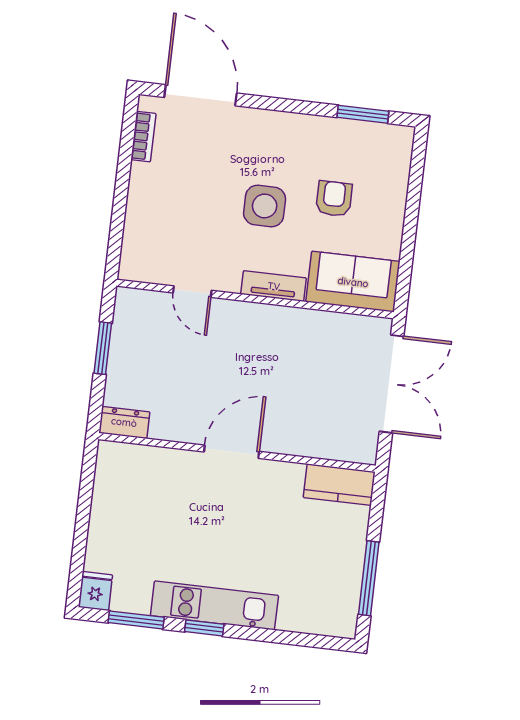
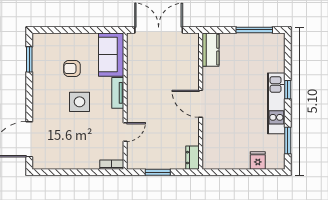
bookcase: (143, 137) -> (112, 165), moved
fridge: (95, 591) -> (258, 161), moved, turned 90
window: (204, 628) -> (288, 90), moved

